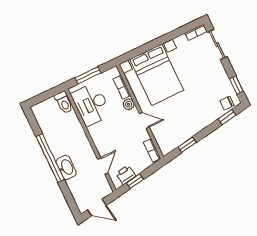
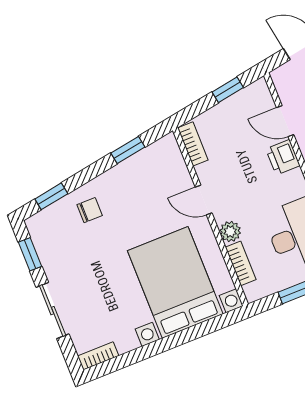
sliding door: (217, 45) -> (53, 311), moved
chair: (227, 103) -> (90, 210), moved
door: (103, 166) -> (285, 121), hinge flipped
printer: (126, 175) -> (283, 157), moved, turned 99

